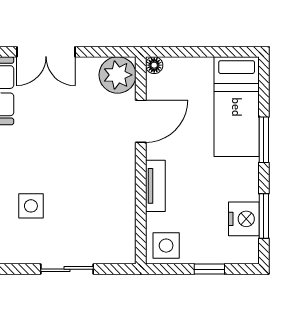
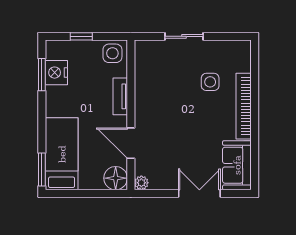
floor lamp: (154, 65) -> (116, 178), width x1.89, depth x1.89
plant: (118, 75) -> (141, 183), width x0.53, depth x0.53
door: (141, 121) -> (131, 143), hinge flipped
window: (264, 140) -> (42, 170), moved

